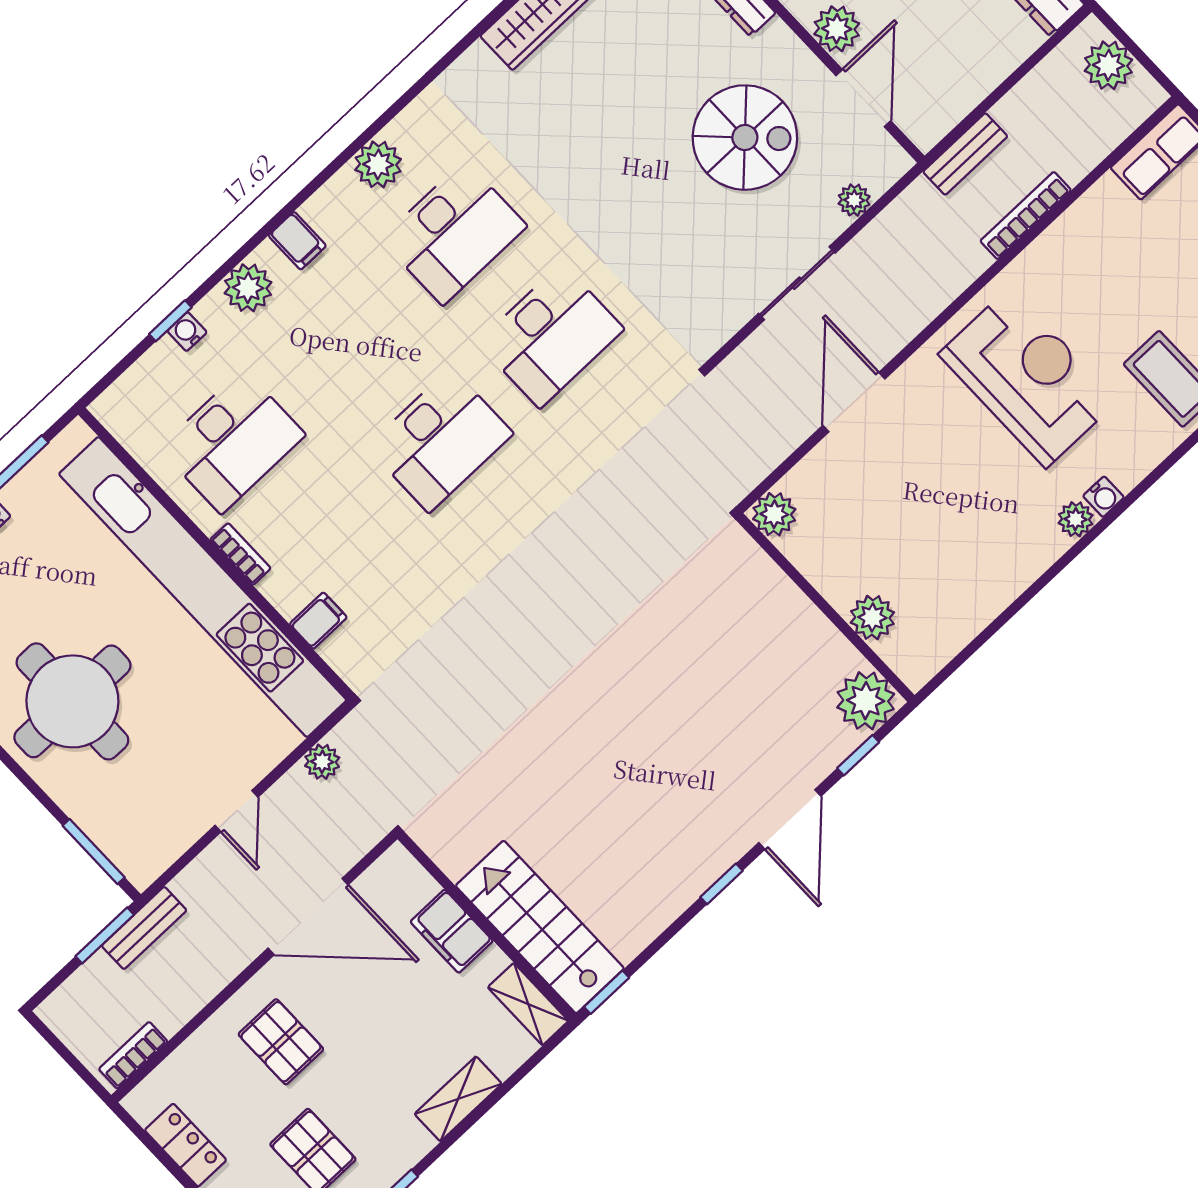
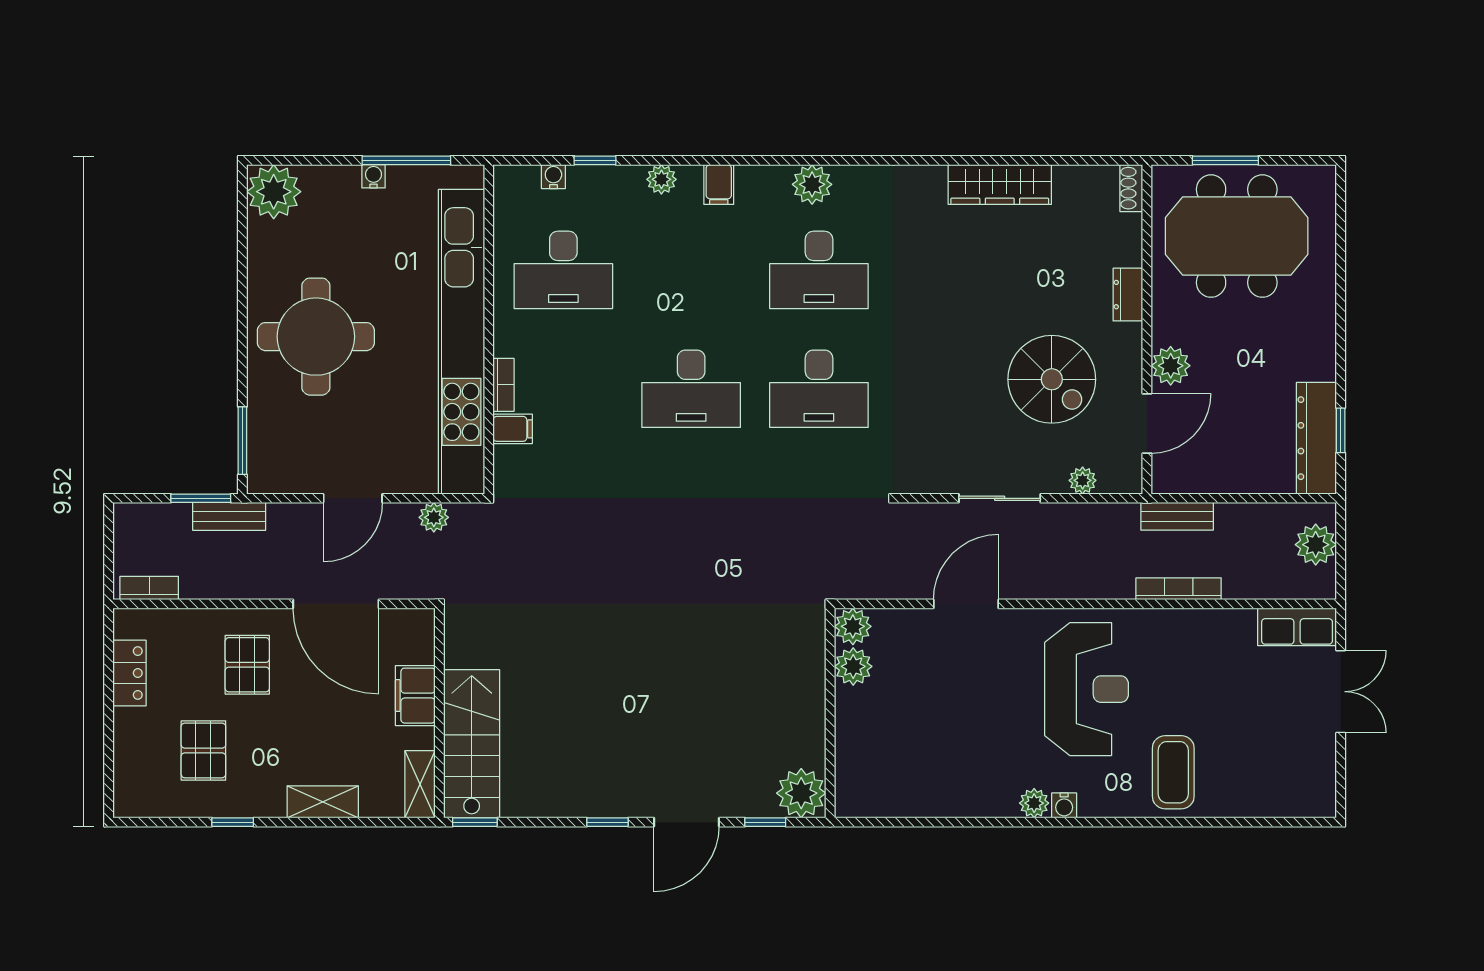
plant: (248, 288) -> (661, 179), width x0.73, depth x0.73
water cooler: (187, 332) -> (553, 177), moved
bookcase: (240, 554) -> (504, 385), moved
plant: (872, 618) -> (853, 666), moved
door: (236, 811) -> (353, 498), width x1.38

